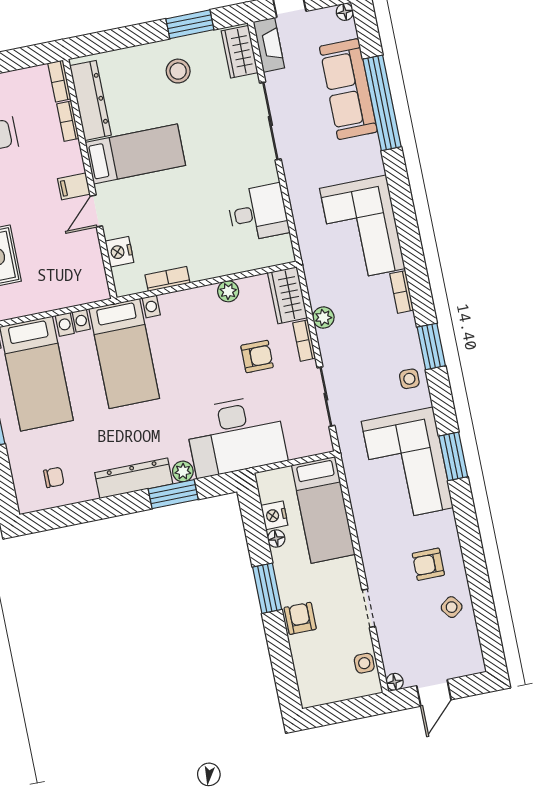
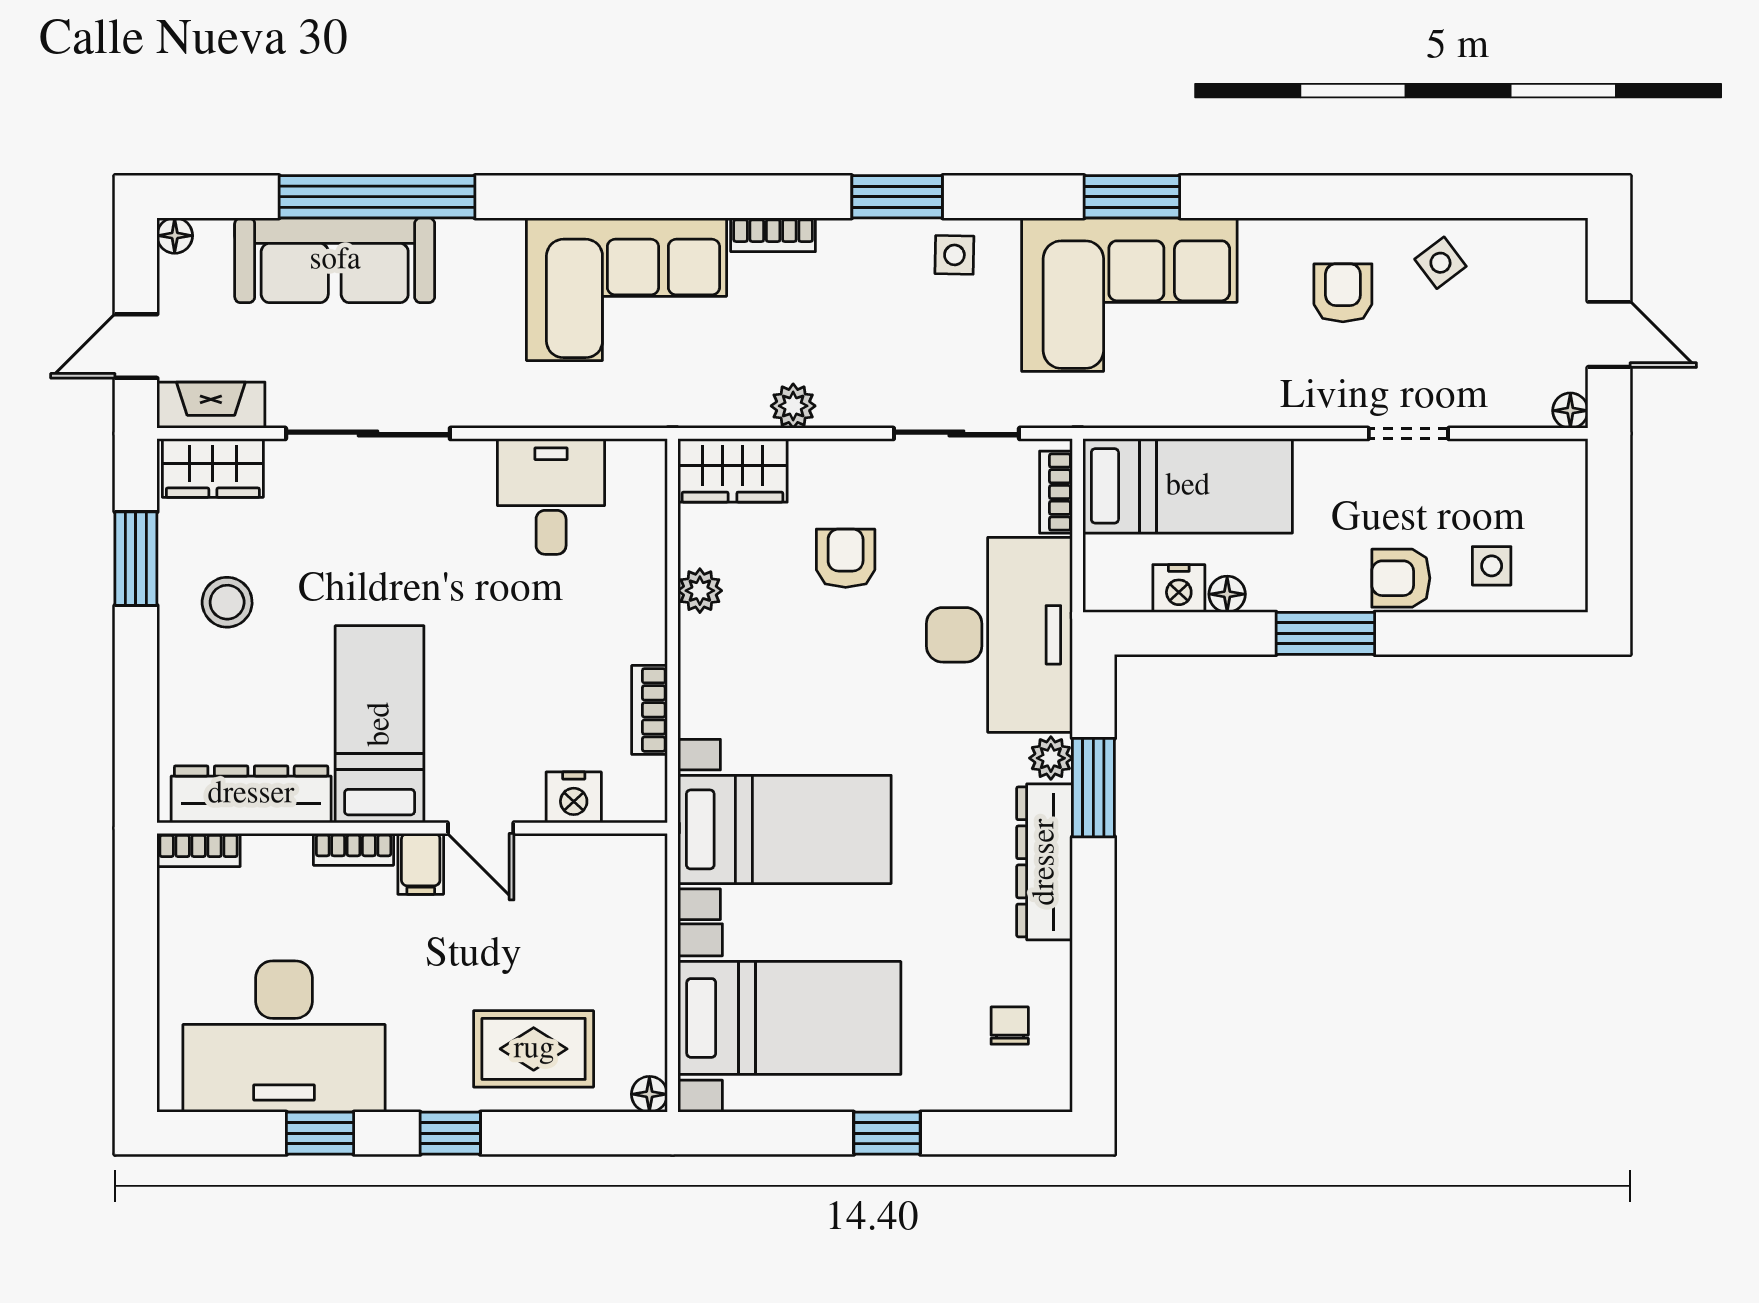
bookcase: (68, 121) -> (354, 849), moved
bookcase: (304, 341) -> (1056, 492), moved, turned 90
armchair: (428, 564) -> (1343, 293), turned 180
side table: (364, 663) -> (1492, 566), moved

